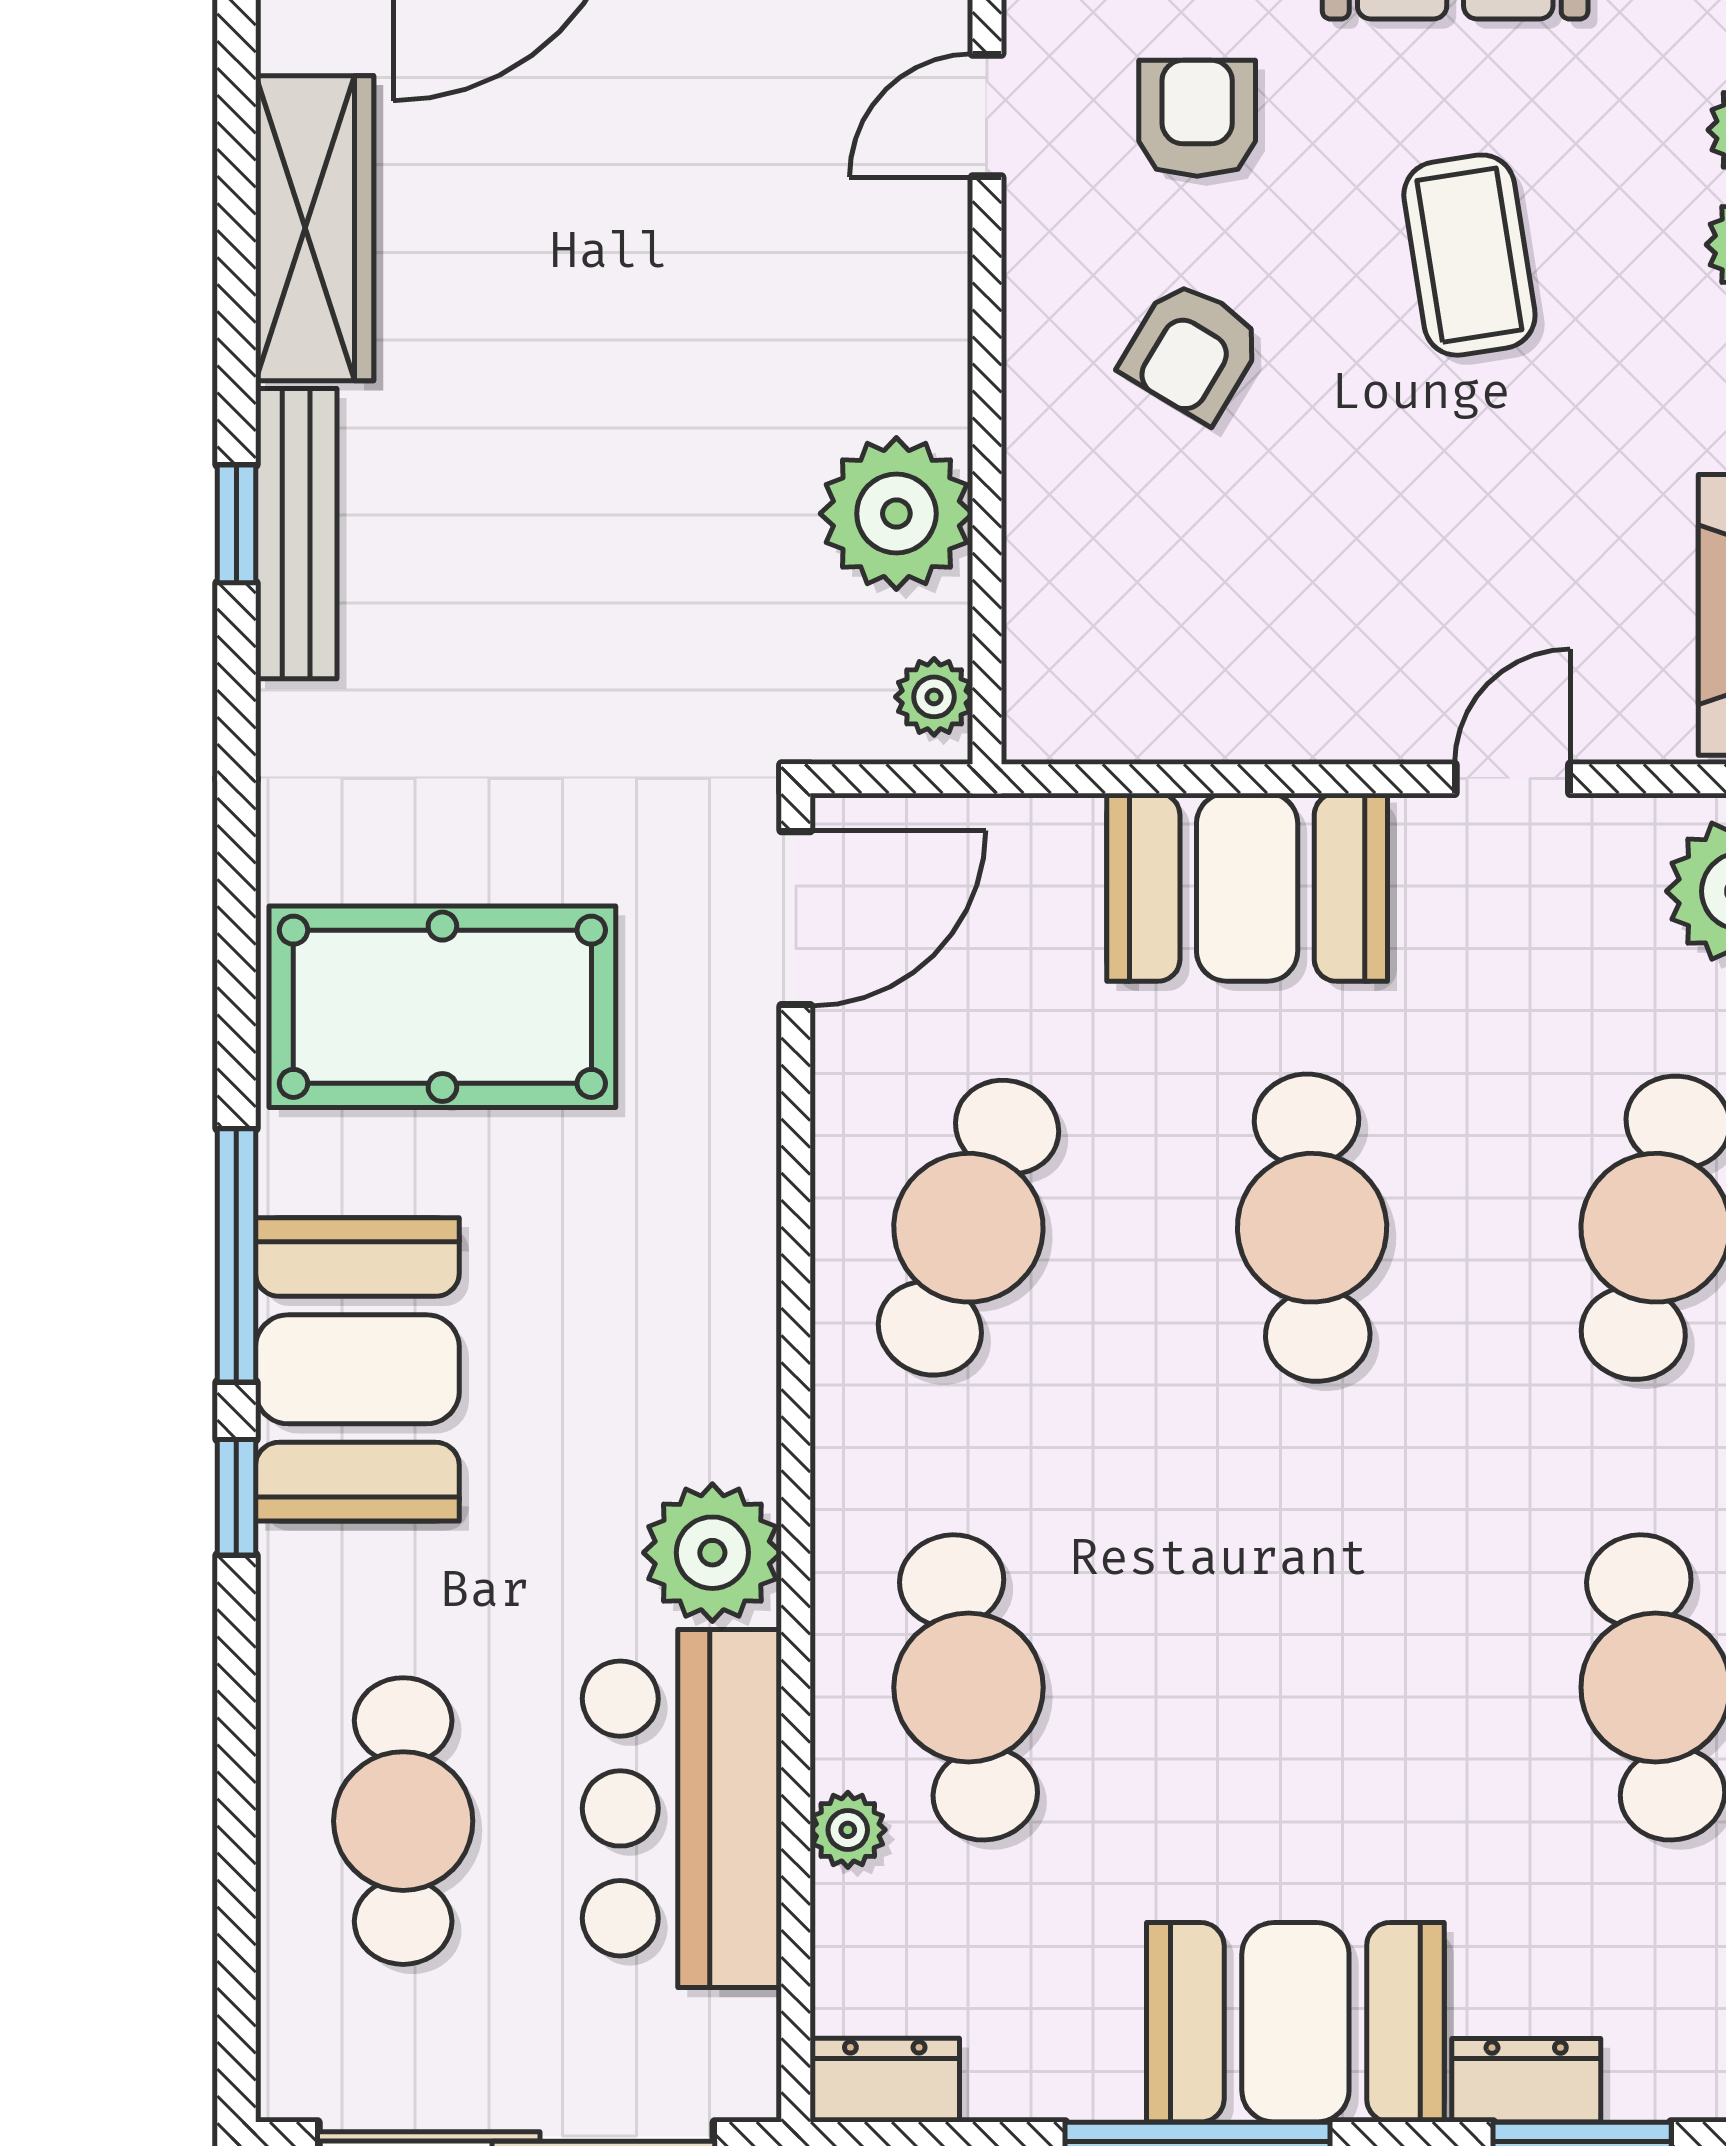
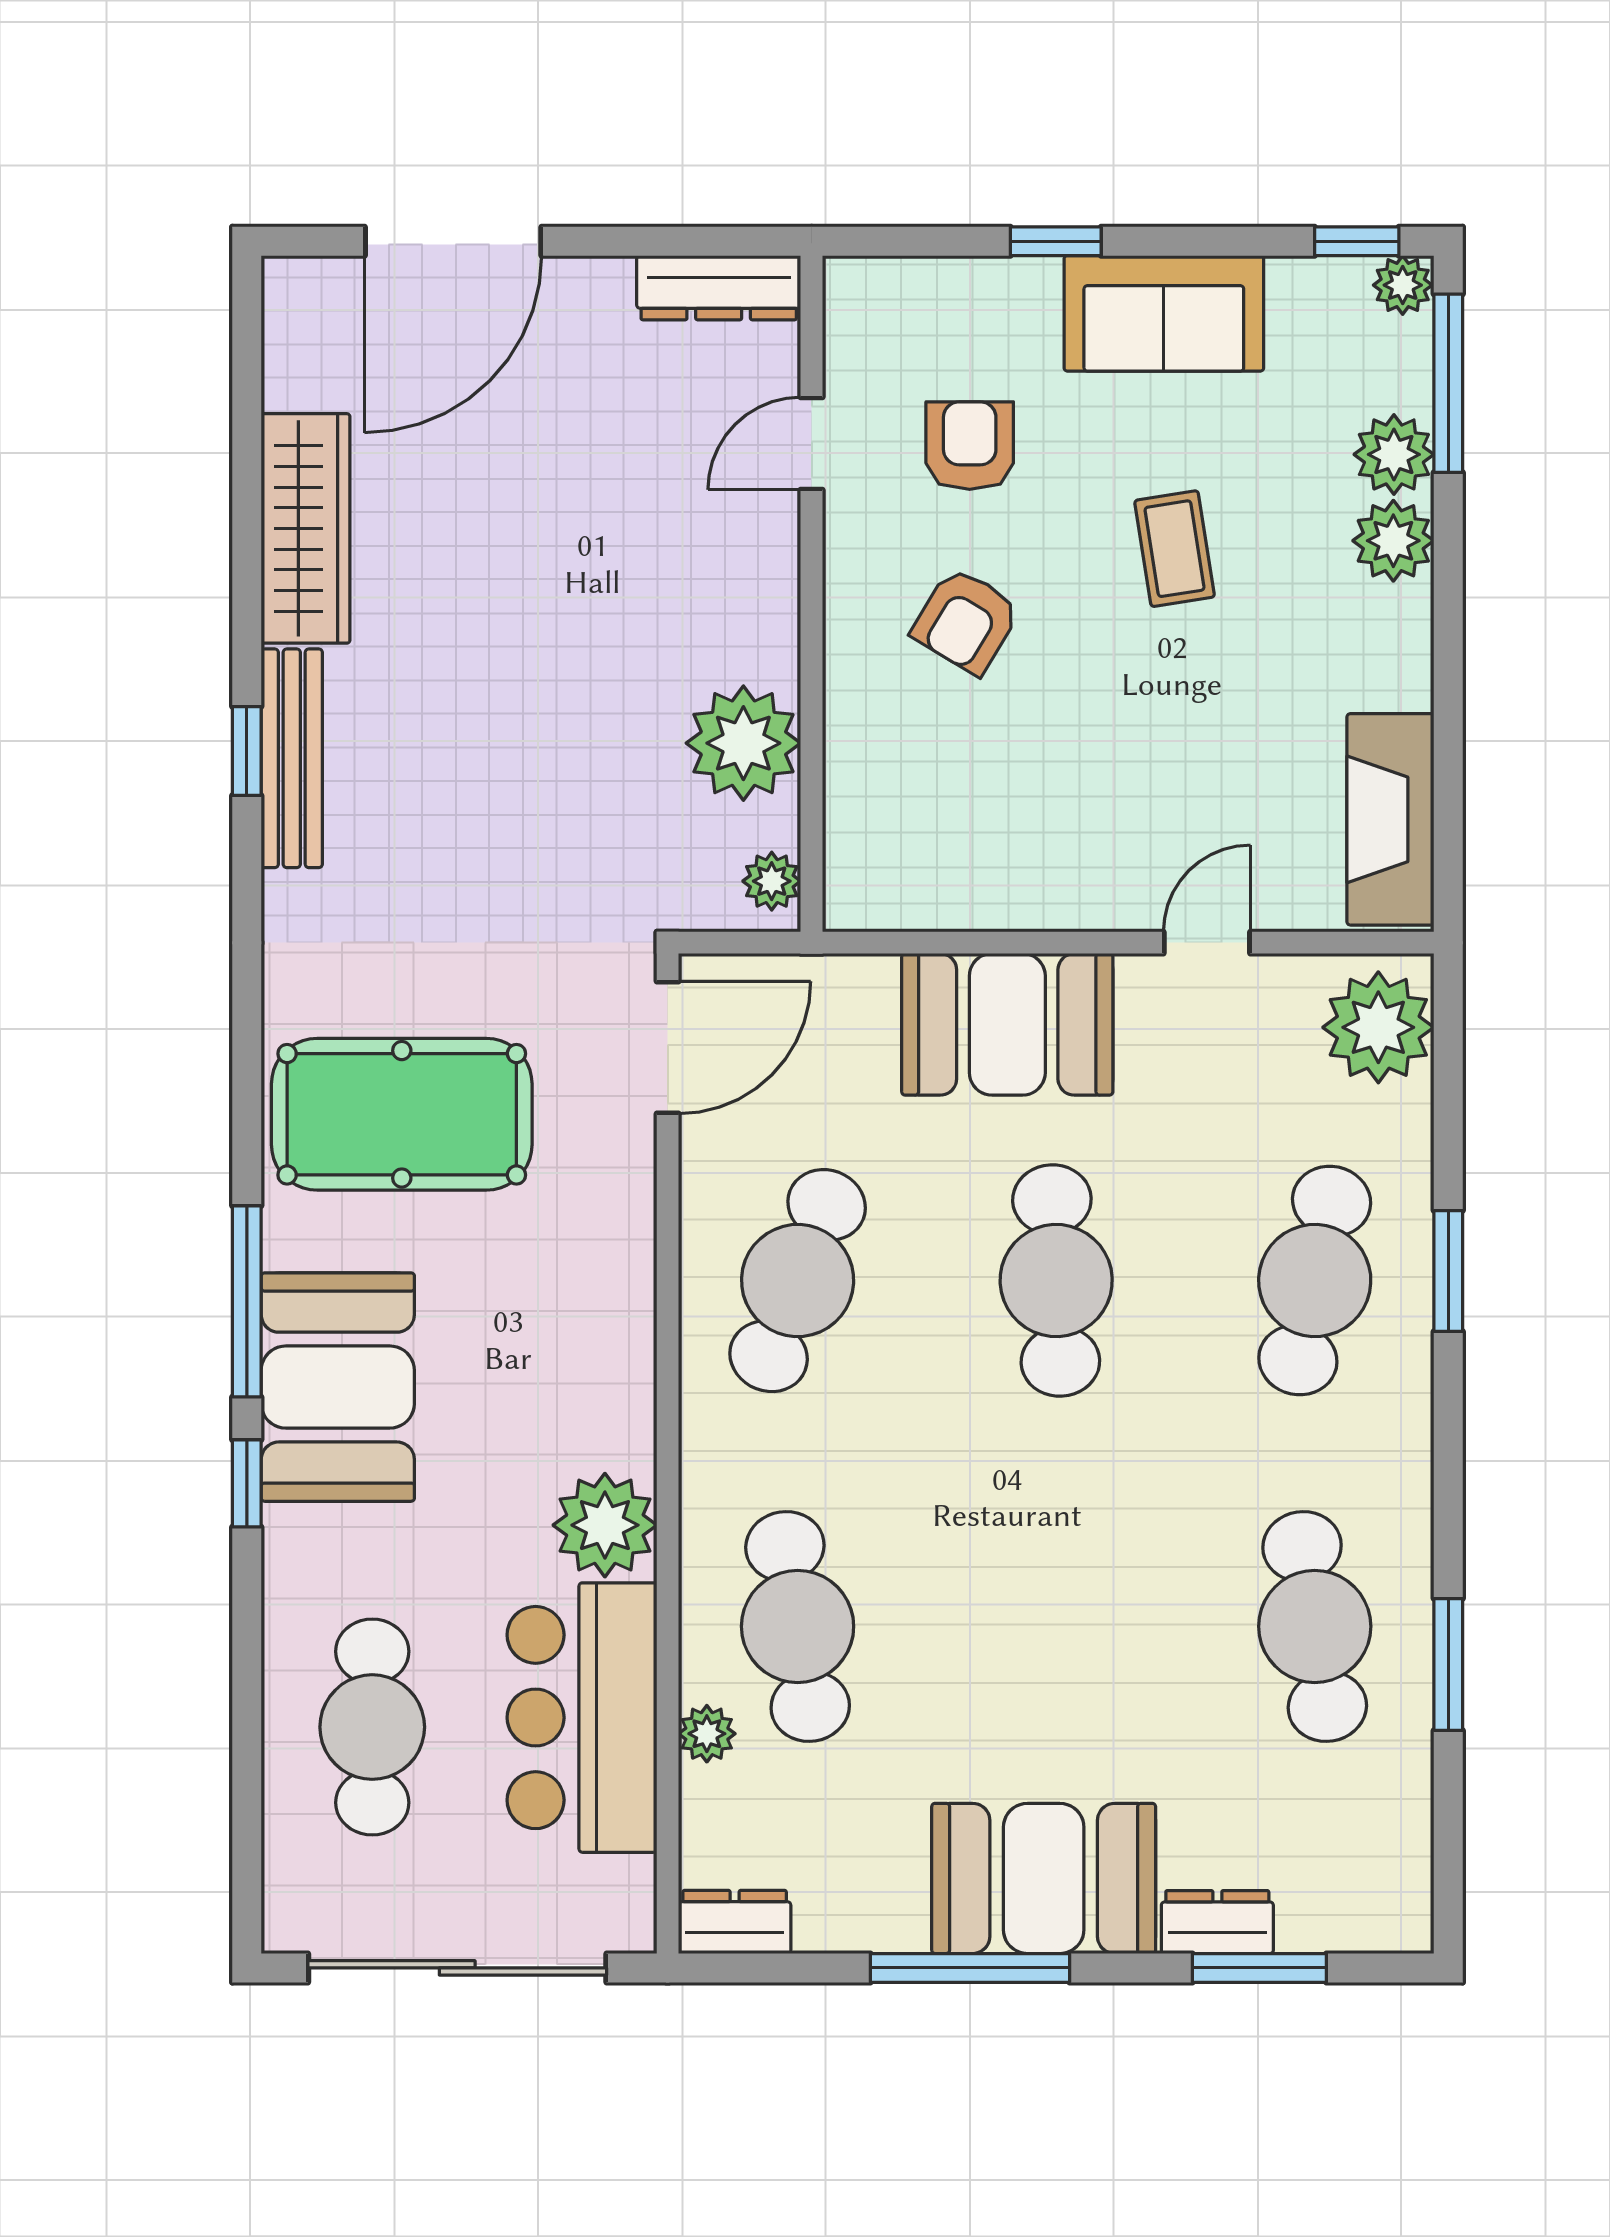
coffee table: (1469, 255) -> (1175, 549), width x0.73, depth x0.77

